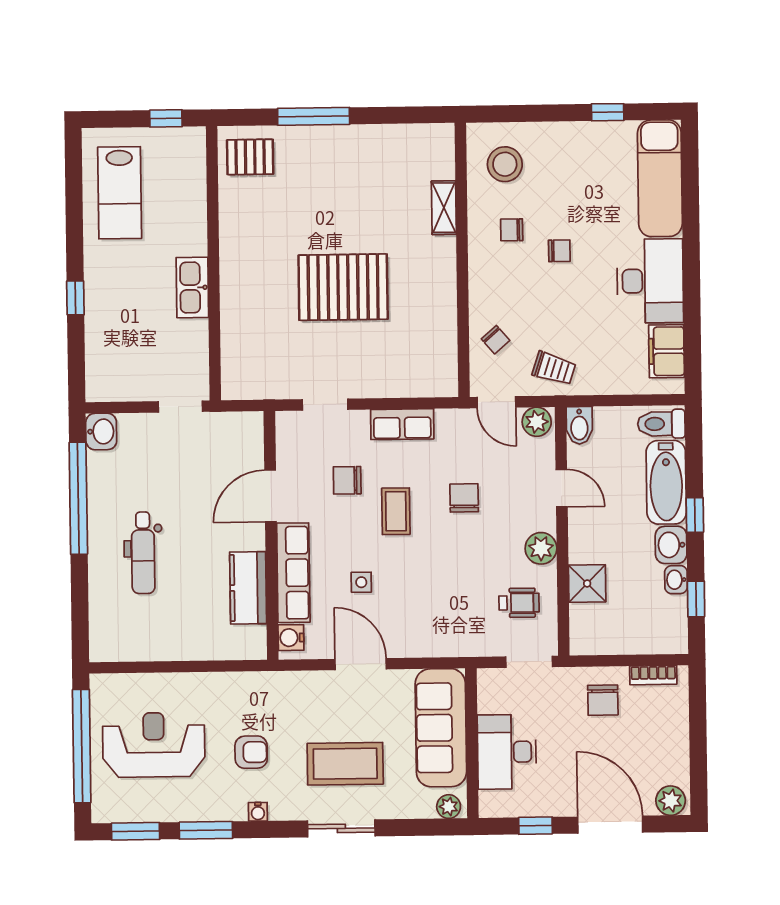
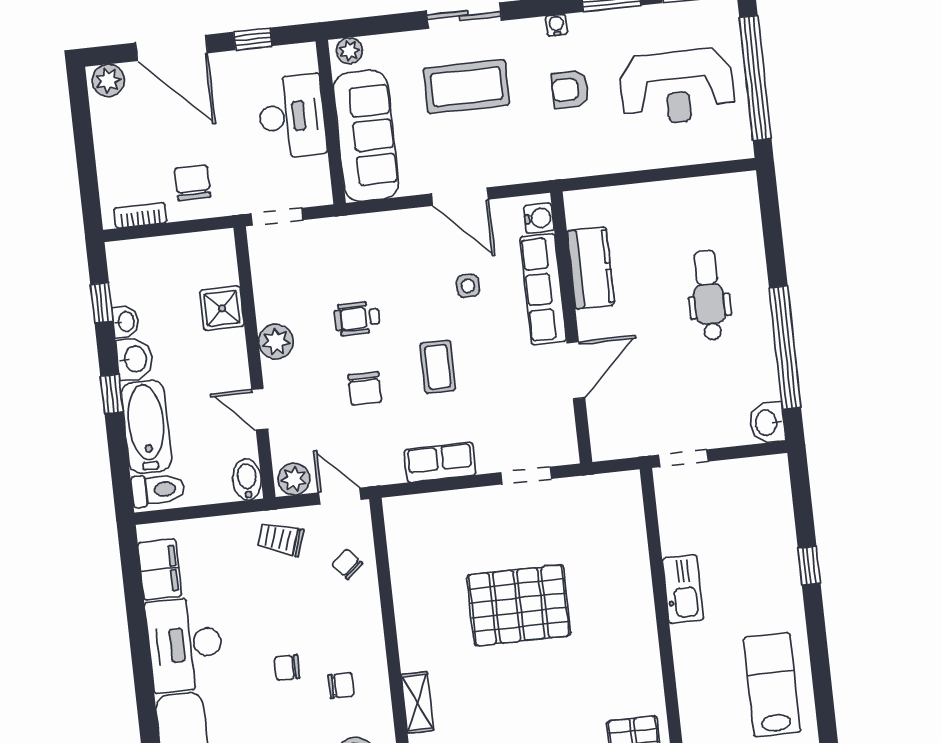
chair: (347, 480) -> (494, 395), removed
wheelchair: (519, 603) -> (357, 318), moved

